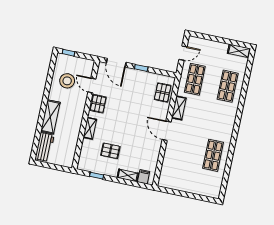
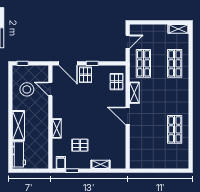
pallet: (98, 104) -> (85, 75), moved
filing cabinet: (144, 177) -> (61, 162), moved

